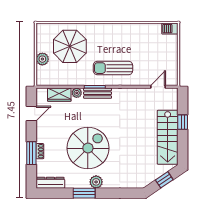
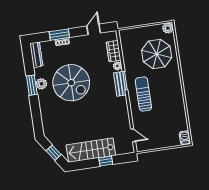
plant: (42, 59) -> (168, 28), moved
door: (31, 114) -> (94, 29), swing flipped
plant: (96, 182) -> (41, 84), moved

